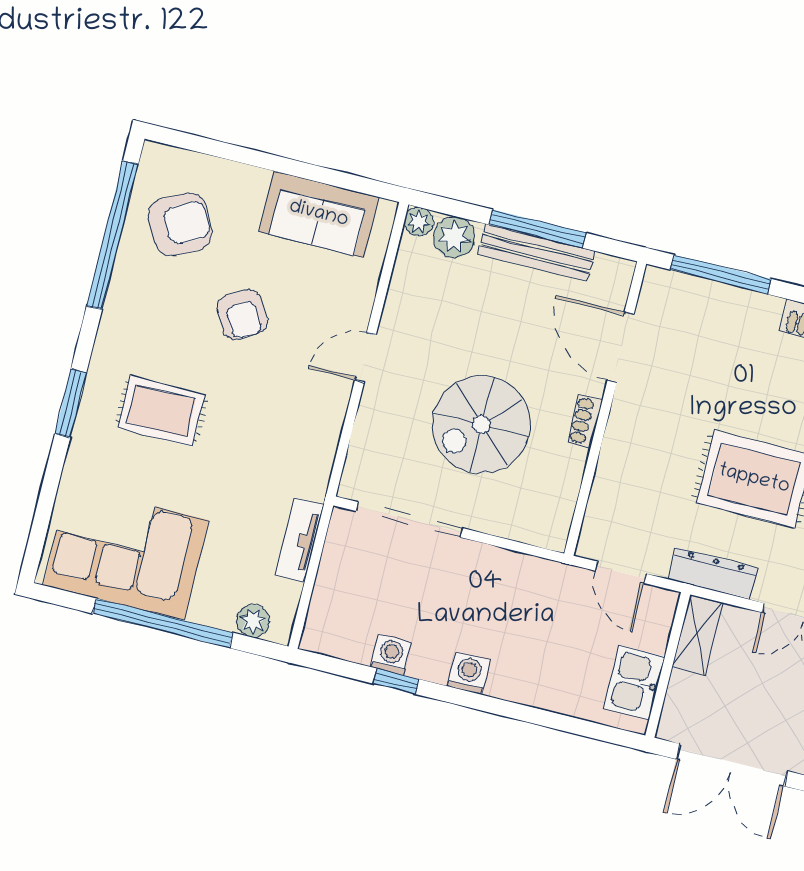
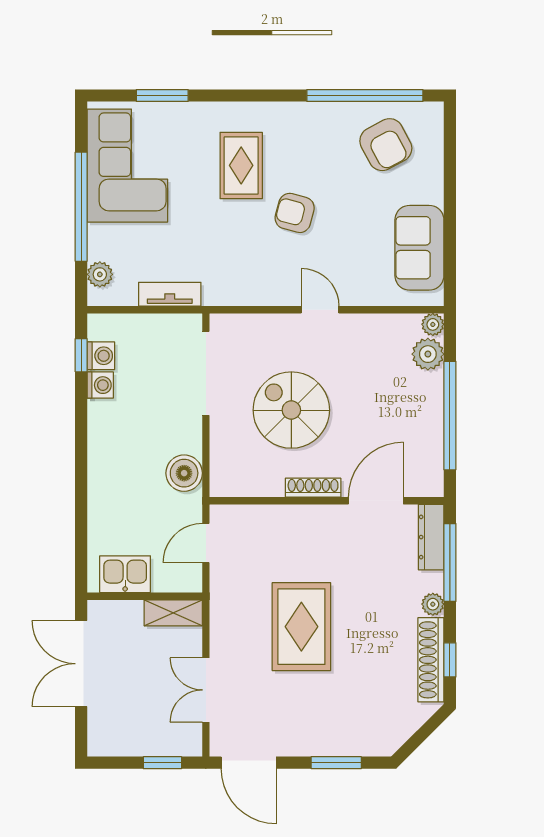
window: (538, 229) -> (450, 416), width x1.46
bench: (536, 252) -> (432, 419), removed
plant: (767, 309) -> (433, 604), added
armchair: (242, 315) -> (295, 213), moved, turned 46
window: (71, 403) -> (162, 95), moved
shoe rack: (585, 421) -> (313, 488), width x1.43
dresser: (713, 574) -> (431, 537), moved, turned 180
boiler: (527, 578) -> (184, 473), added
washing machine: (468, 673) -> (101, 356), moved
window: (396, 681) -> (81, 355), moved

